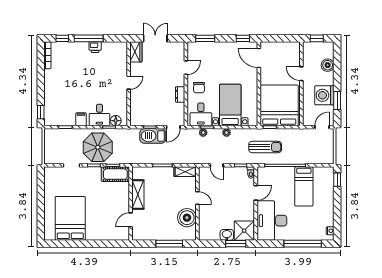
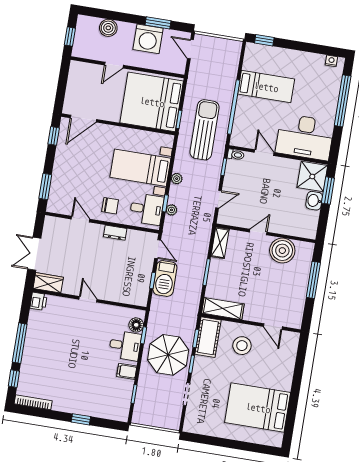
printer: (95, 47) -> (39, 301), moved
window: (41, 112) -> (81, 419), moved
sun lounger: (265, 147) -> (205, 130), width x1.36, depth x1.34
shelving: (138, 195) -> (223, 309), moved
stool: (113, 200) -> (242, 346), added

